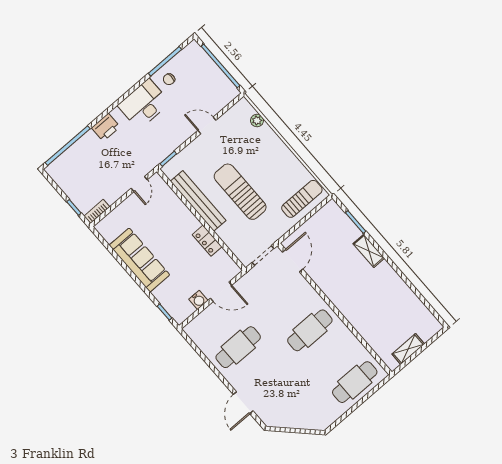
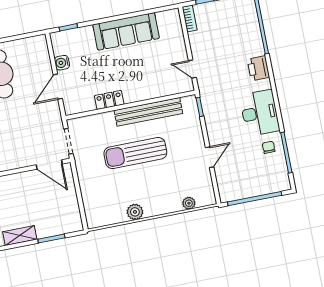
plant: (291, 163) -> (135, 212), added
sun lounger: (240, 192) -> (135, 153), turned 180
sun lounger: (302, 199) -> (98, 203), removed

